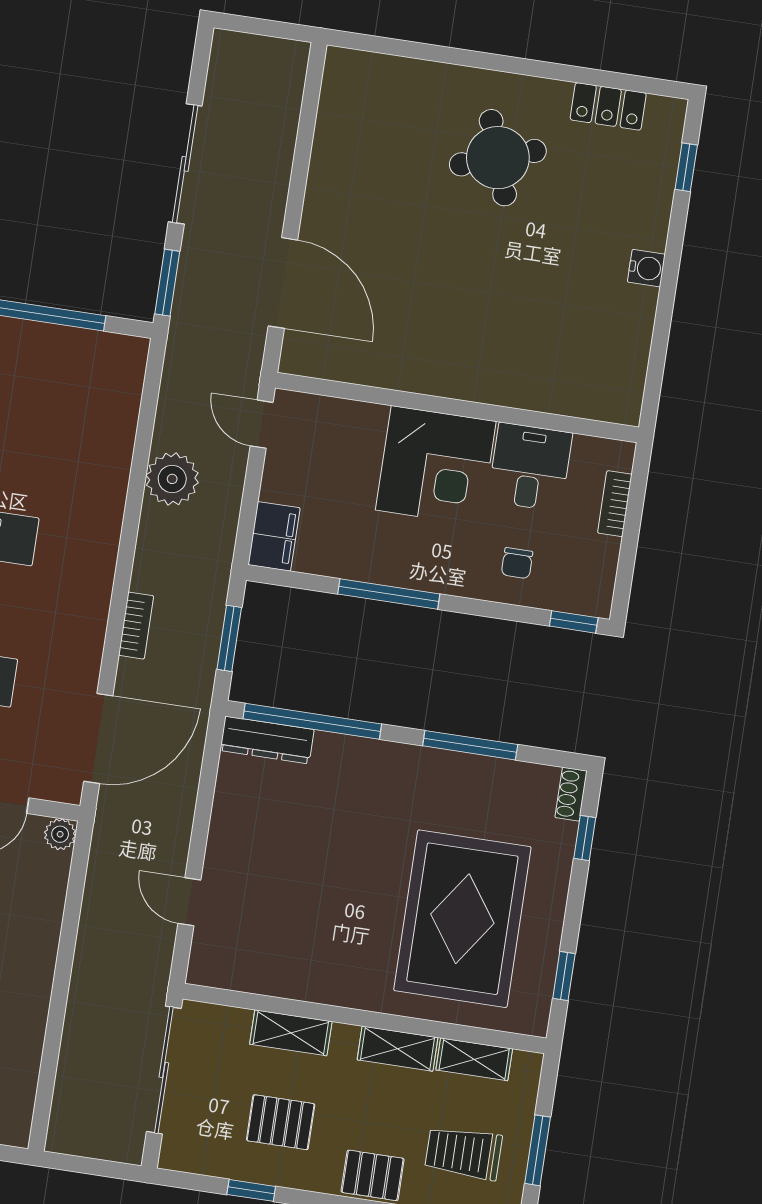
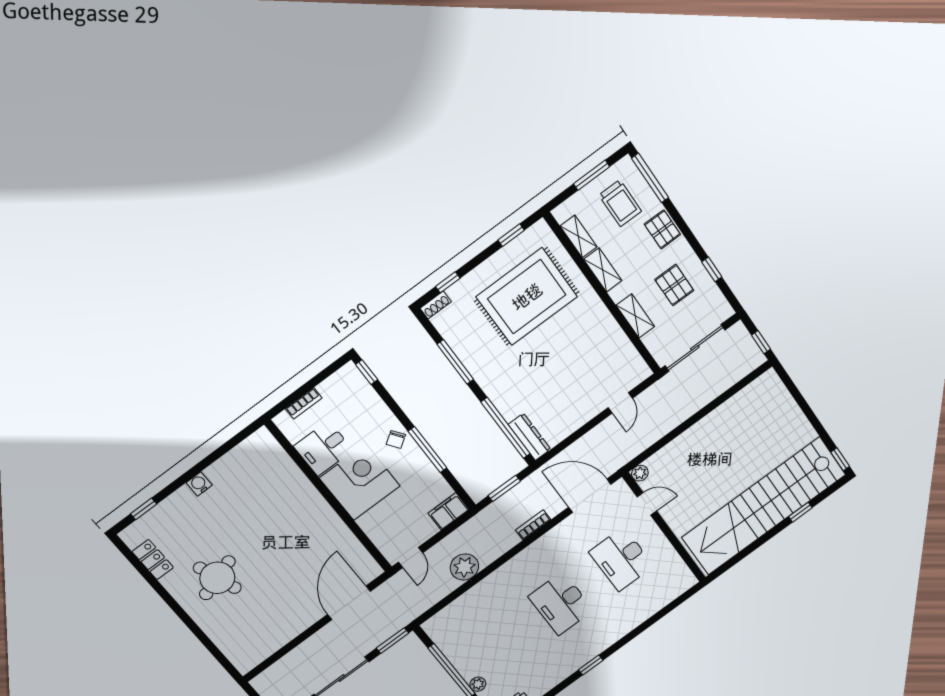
chair: (517, 563) -> (396, 439), moved, turned 145
window: (80, 1165) -> (761, 342), added

